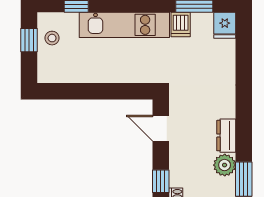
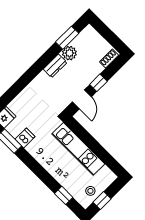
kitchen unit: (124, 25) -> (78, 149), moved, turned 180
window: (161, 181) -> (98, 83), moved

